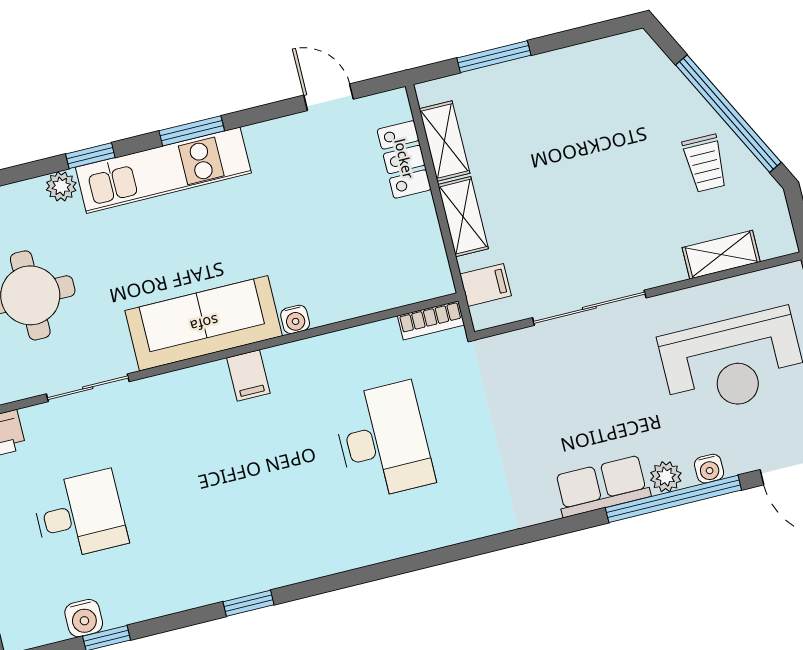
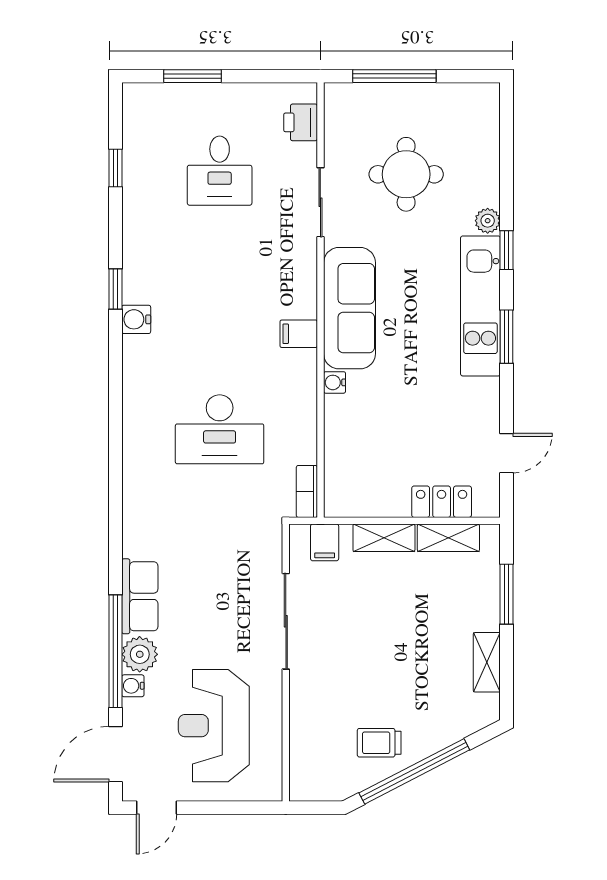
shelving: (721, 255) -> (487, 662), moved
plant: (666, 477) -> (140, 654), width x1.38, depth x1.38
water cooler: (84, 618) -> (136, 319), moved

